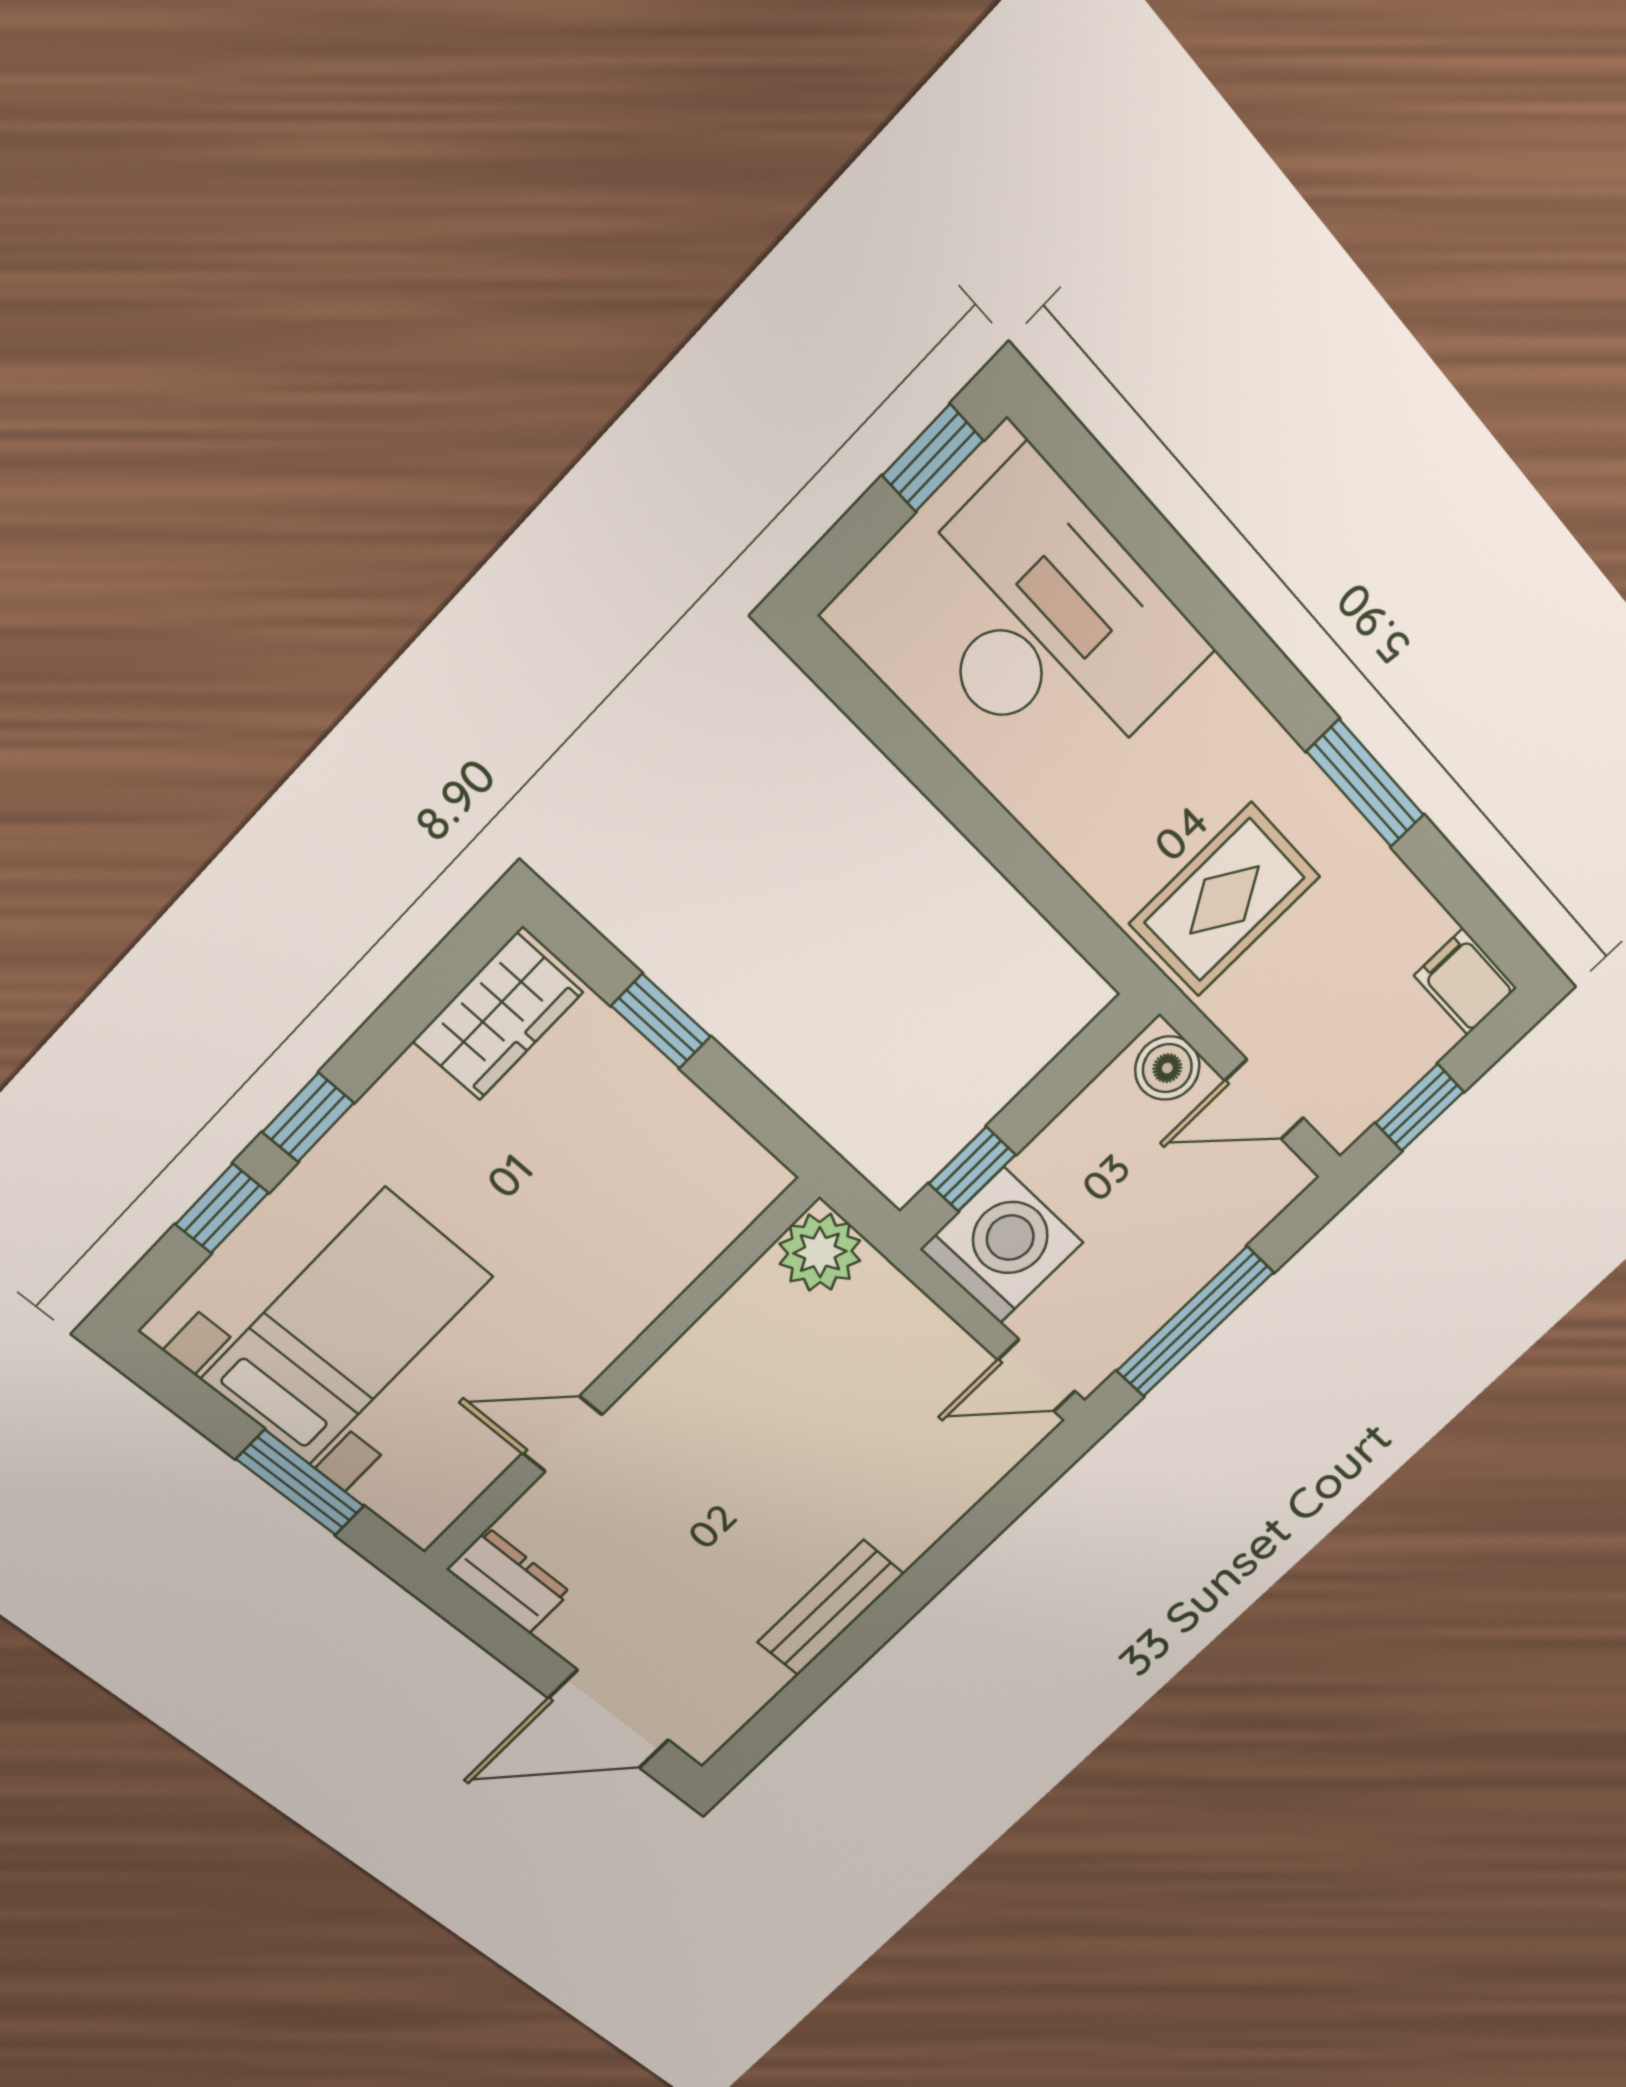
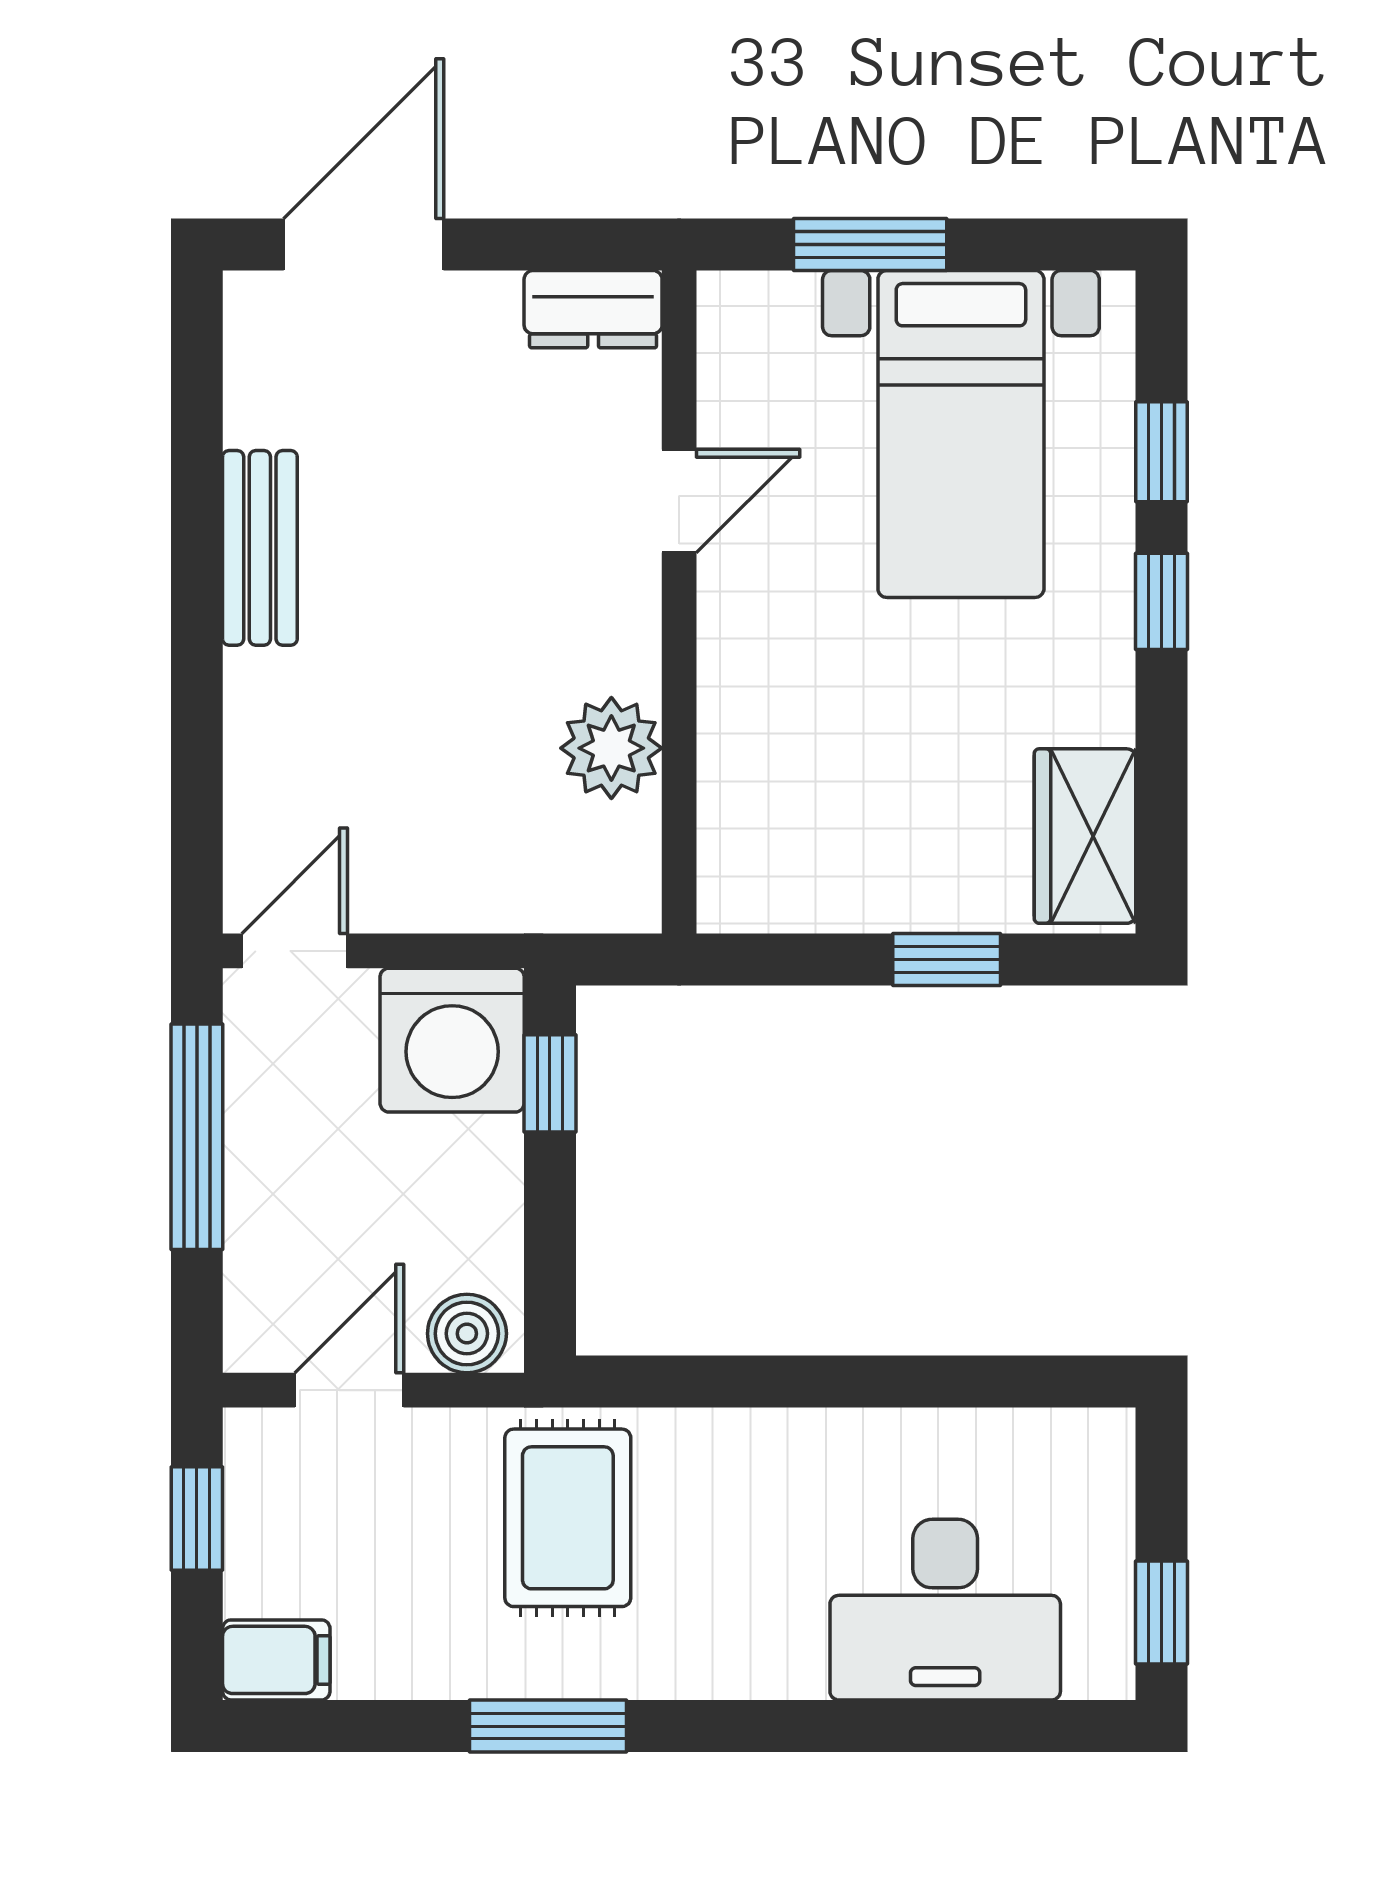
desk: (1048, 625) -> (945, 1610), width x0.73, depth x0.77
plant: (820, 1252) -> (611, 748), moved

